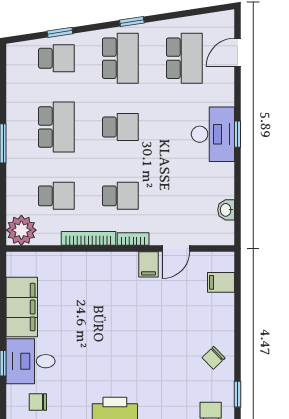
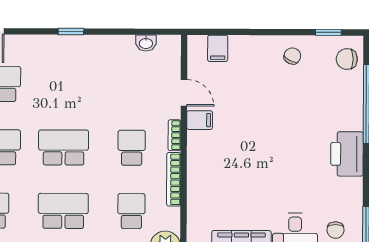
school desk: (120, 127) -> (64, 148), width x1.85
desk: (213, 134) -> (71, 56), removed
chair: (214, 358) -> (292, 56), turned -110

